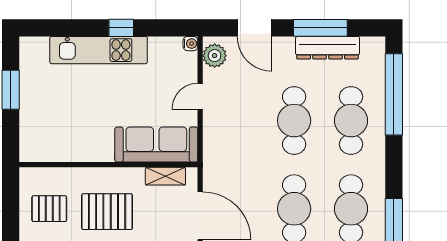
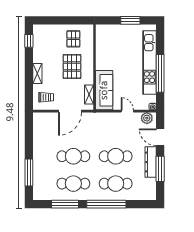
window: (121, 28) -> (160, 73), width x3.17
door: (254, 28) -> (160, 137), hinge flipped
dresser: (328, 48) -> (151, 162), moved
kitchen unit: (99, 50) -> (149, 62), width x1.36
window: (394, 94) -> (106, 204), moved

